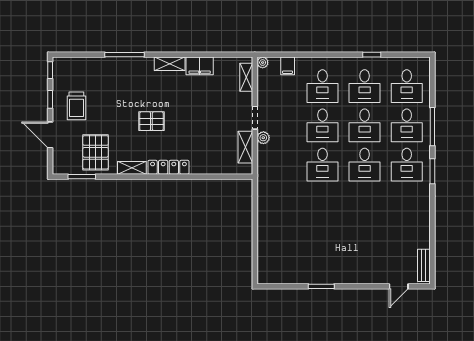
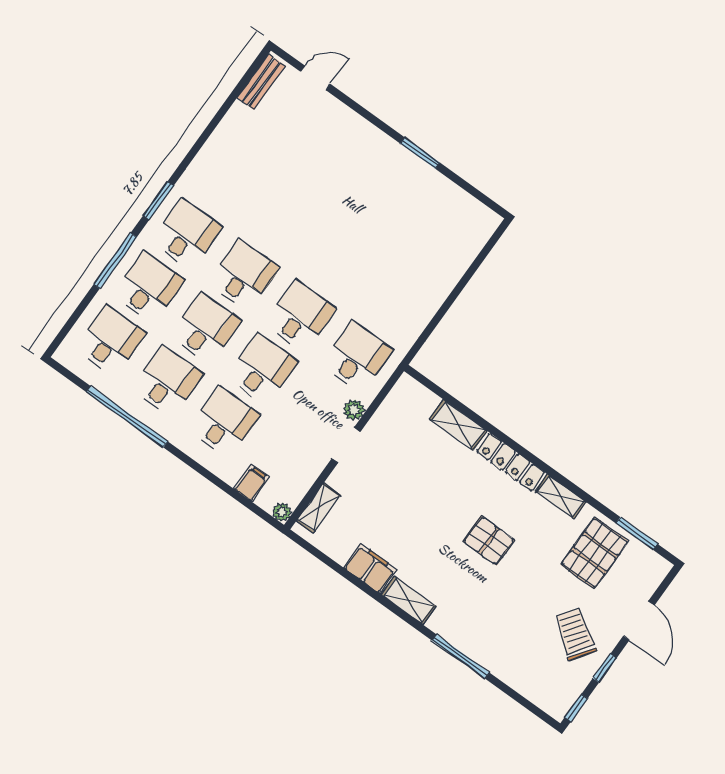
window: (372, 55) -> (127, 417), width x3.17
trolley: (76, 106) -> (575, 634), turned -55
shelving: (245, 147) -> (458, 425), moved, turned 90
desk: (280, 165) -> (357, 357), added

